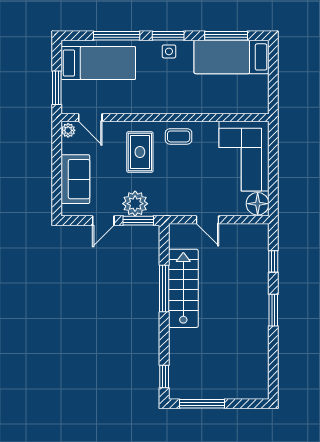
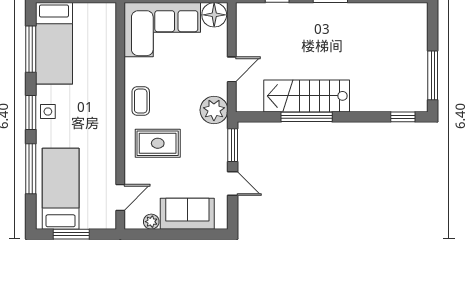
window: (57, 88) -> (71, 234), moved
plant: (68, 130) -> (151, 222), moved
plant: (135, 204) -> (214, 110), moved

